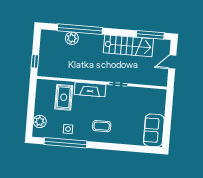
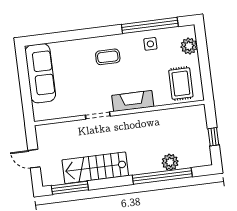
window: (35, 61) -> (213, 137), moved
door: (172, 62) -> (34, 159), swing flipped
rug: (64, 97) -> (181, 84), moved
sofa: (154, 130) -> (40, 73), width x1.36

